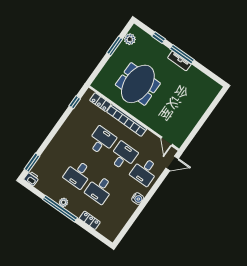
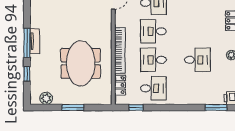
window: (115, 46) -> (73, 107), moved
meeting table: (138, 84) -> (81, 63), turned 90
desk: (100, 189) -> (153, 88), moved

